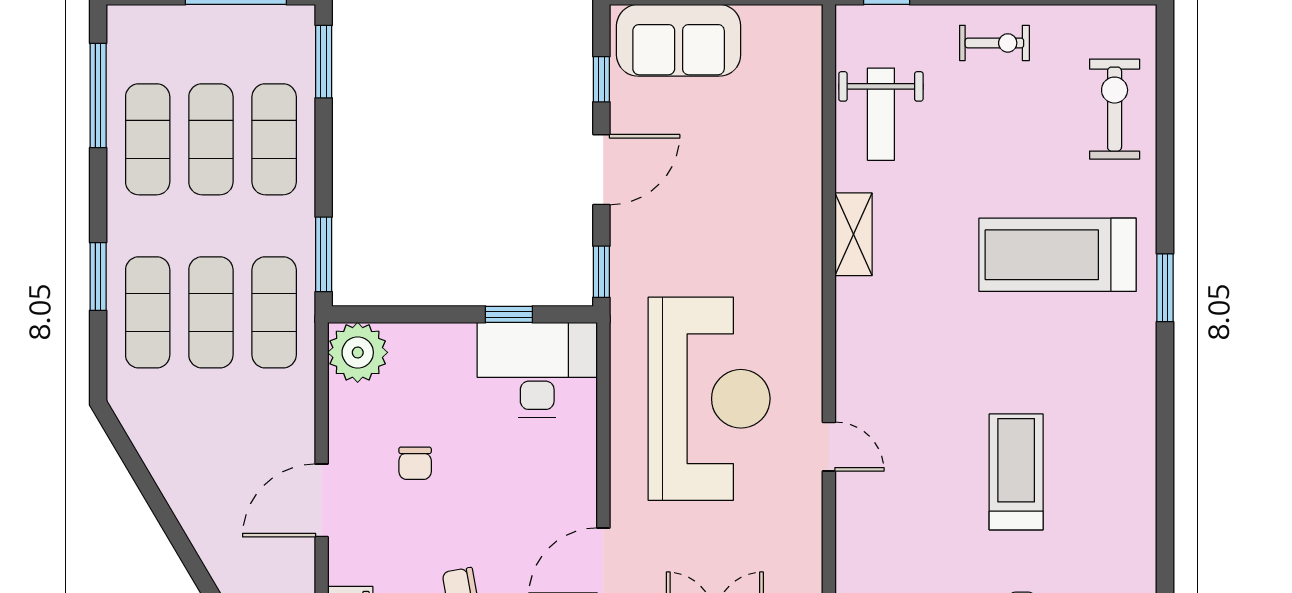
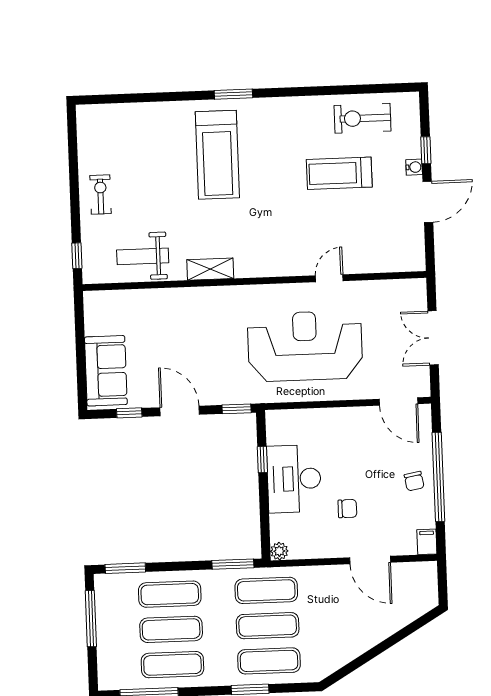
exercise bike: (1115, 109) -> (362, 118), moved
weight bench: (881, 114) -> (143, 256), turned 180
plant: (358, 352) -> (279, 551), width x0.53, depth x0.53
desk: (537, 370) -> (294, 479), moved

